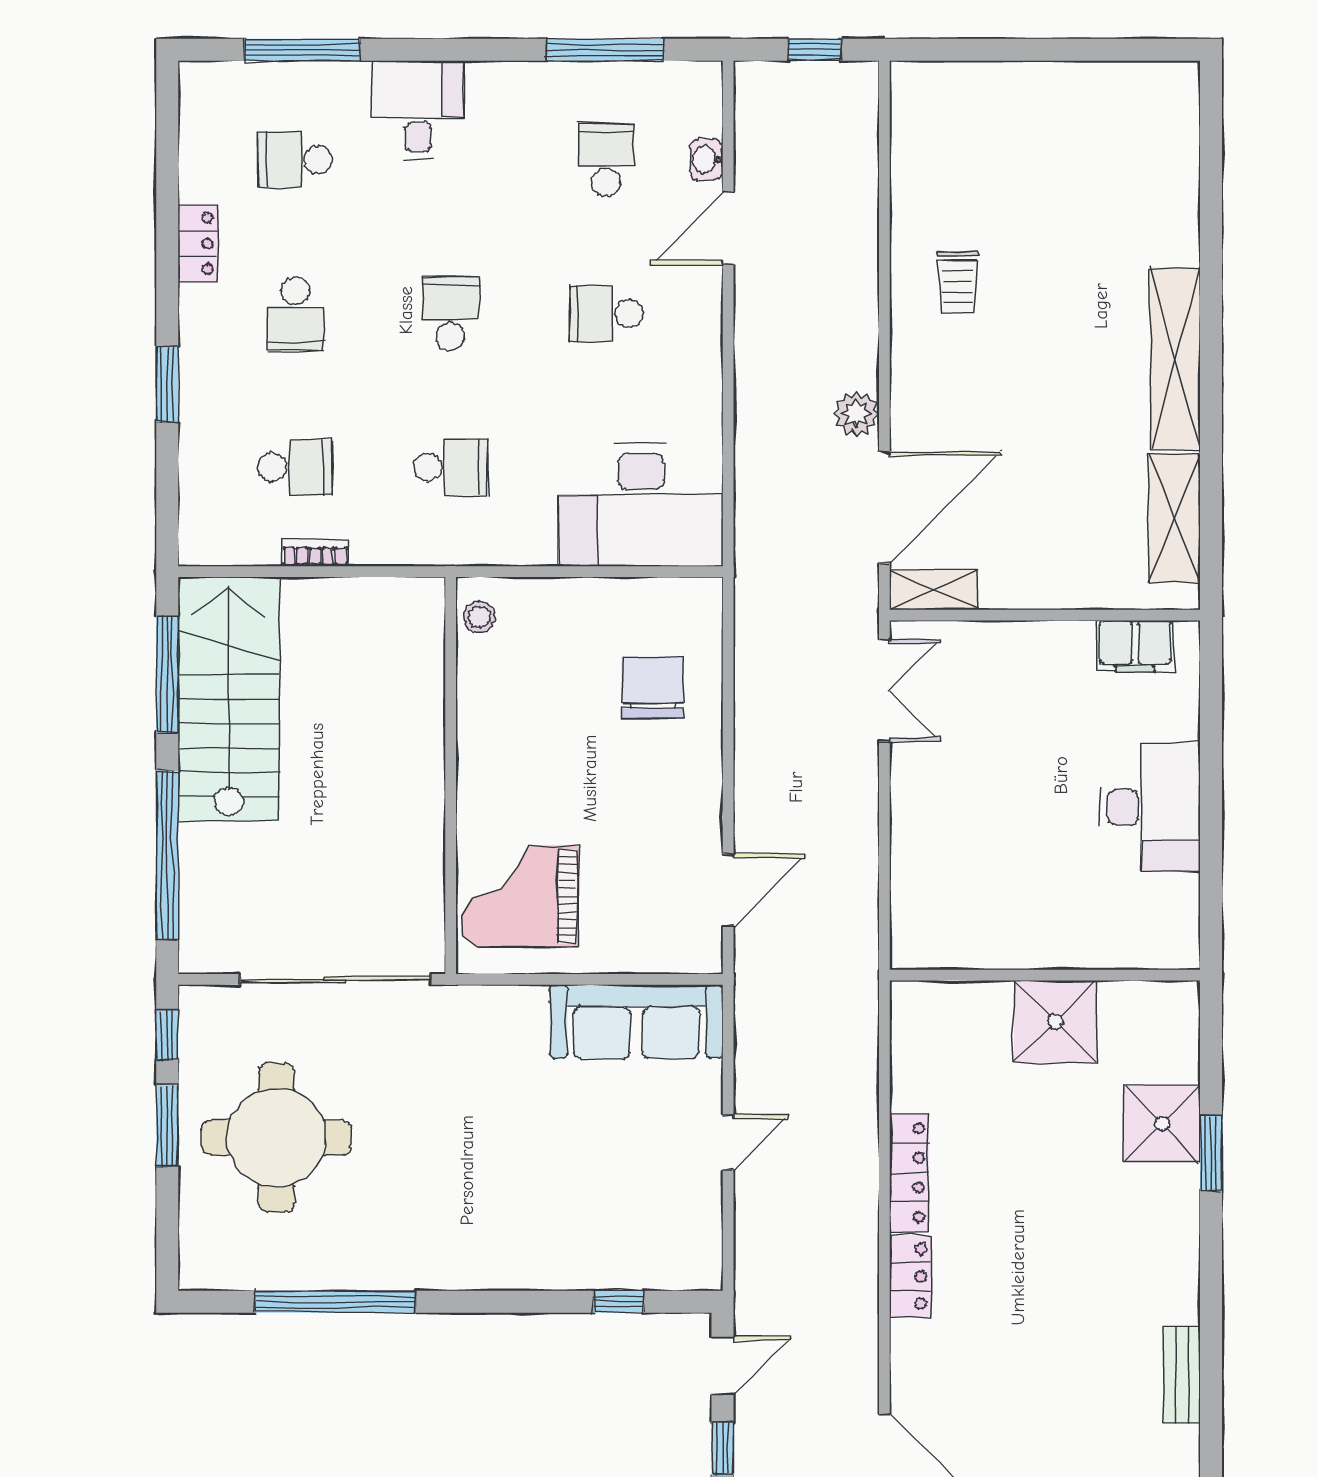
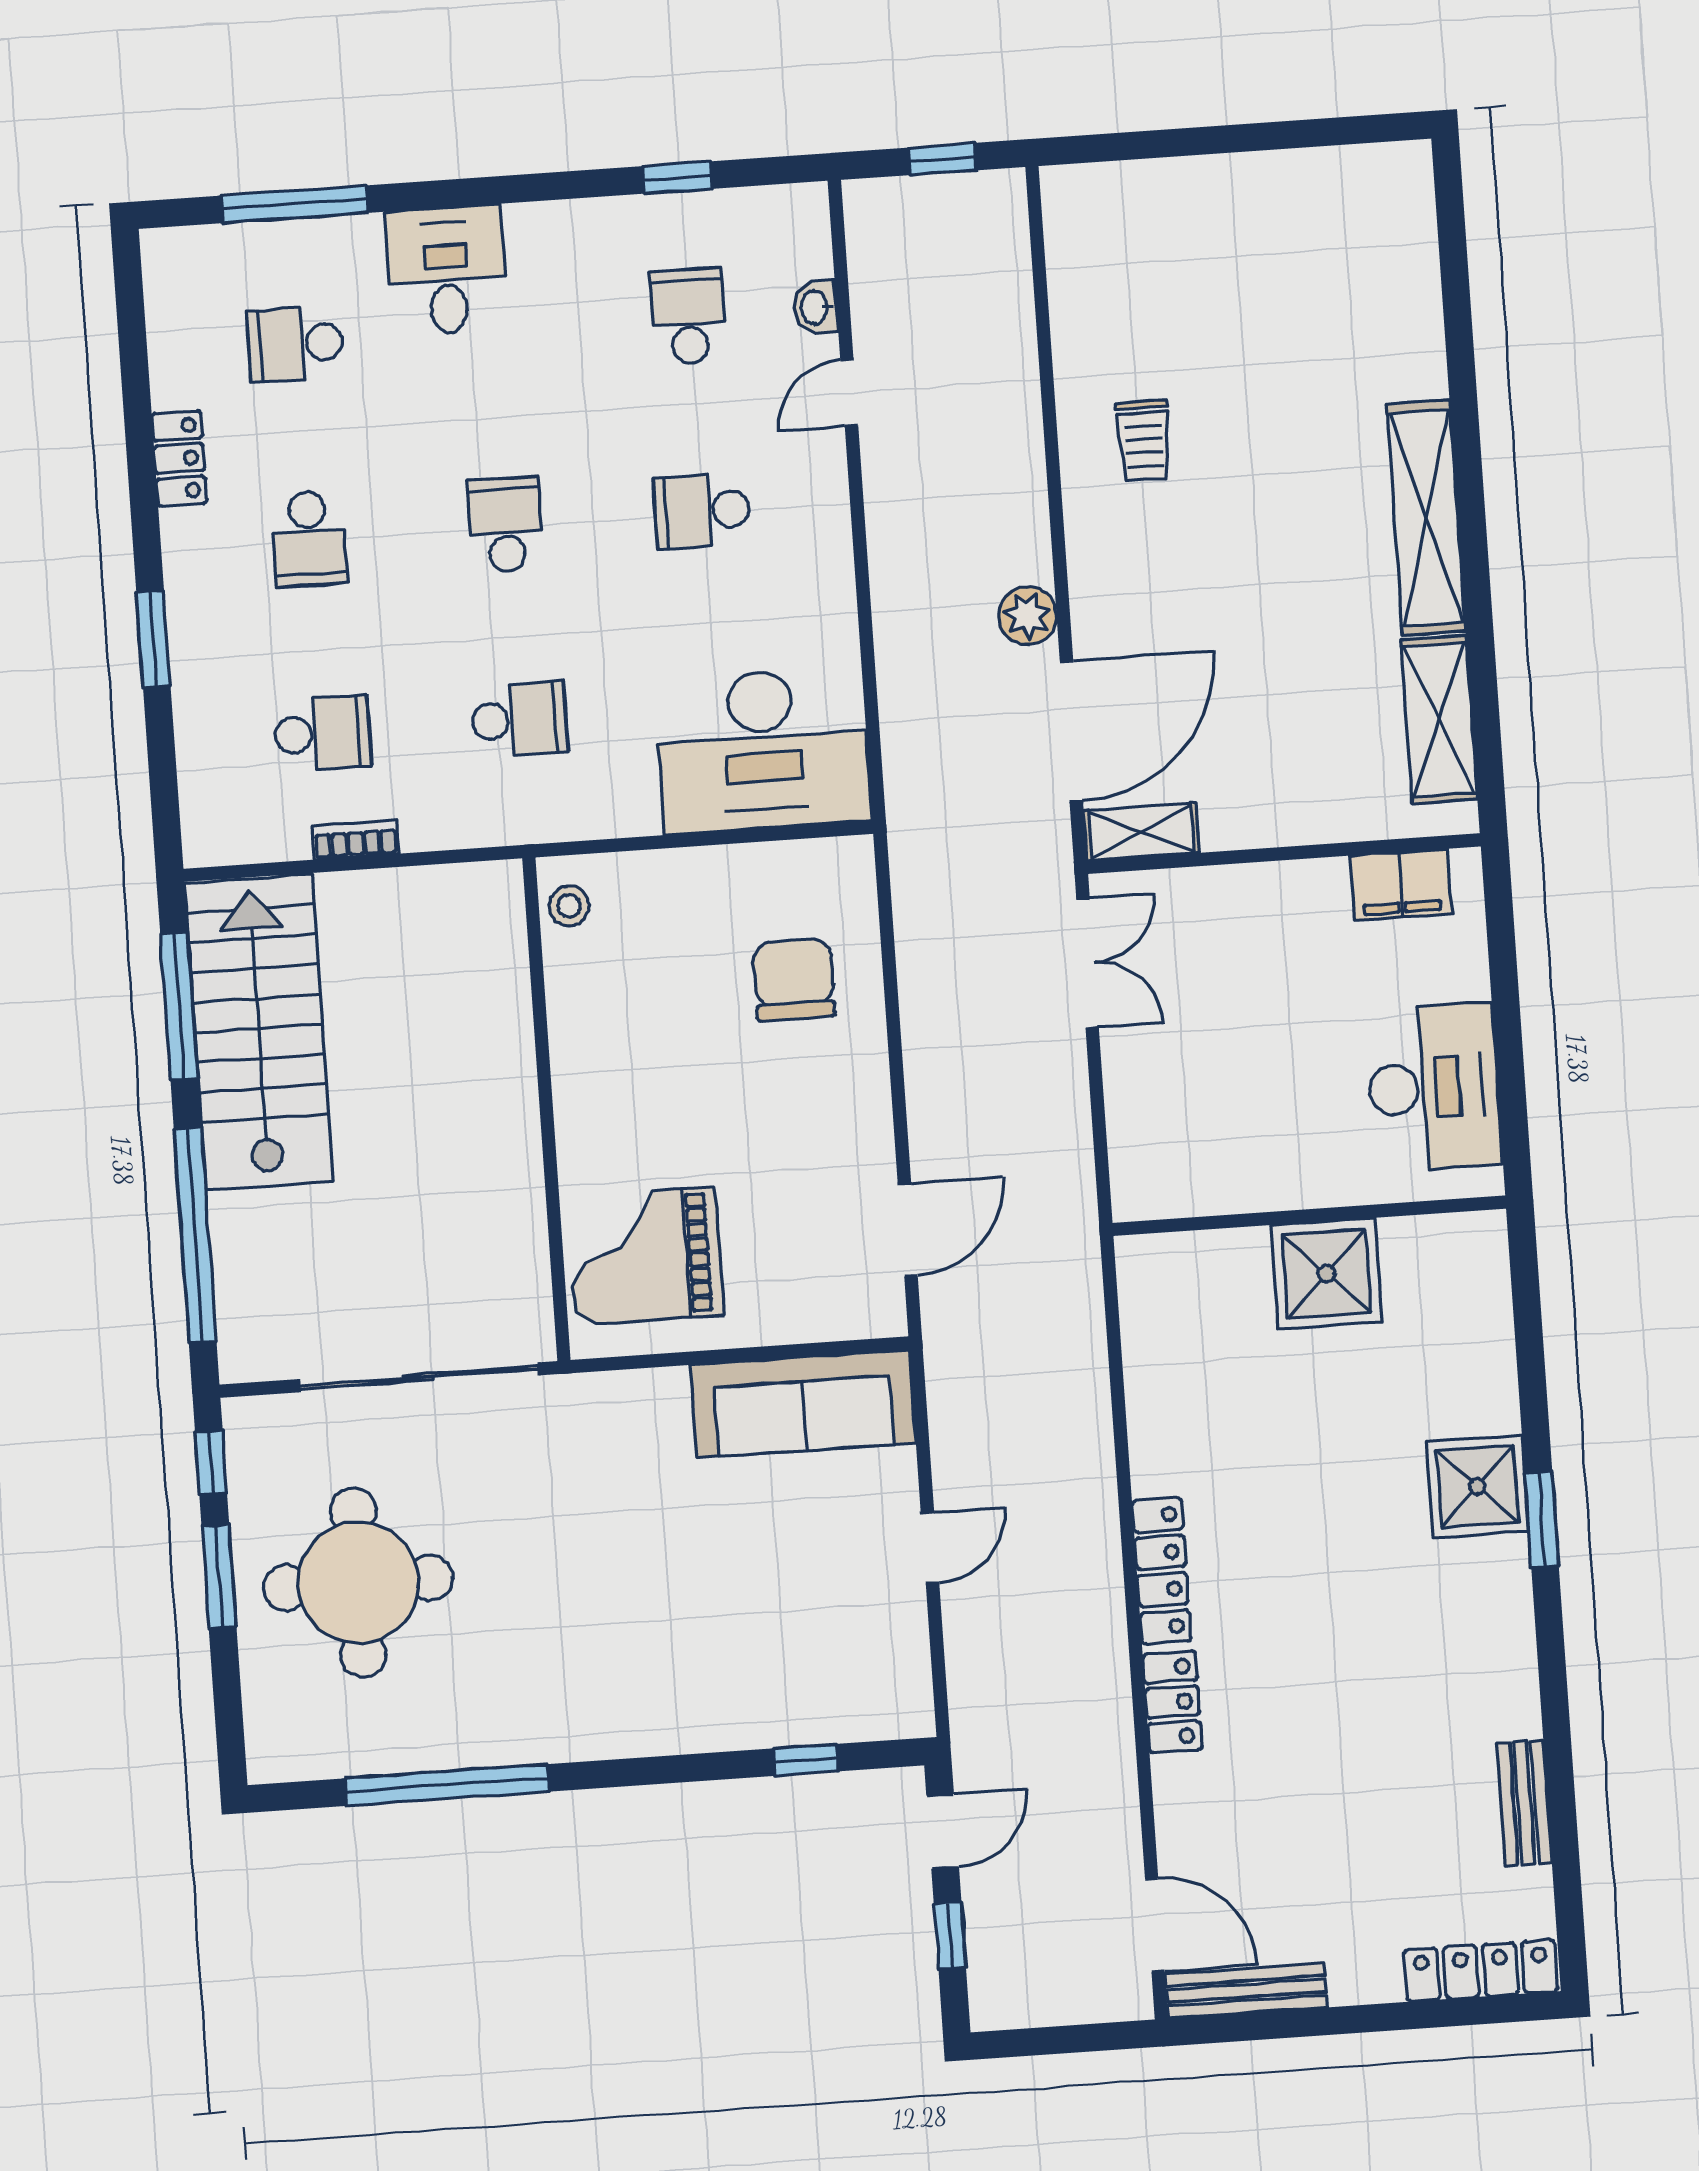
window: (605, 50) -> (677, 178), width x0.46
door: (728, 229) -> (849, 393), width x0.73
wall: (1045, 975) -> (1309, 1216), moved
shower: (1055, 1022) -> (1327, 1274), moved

